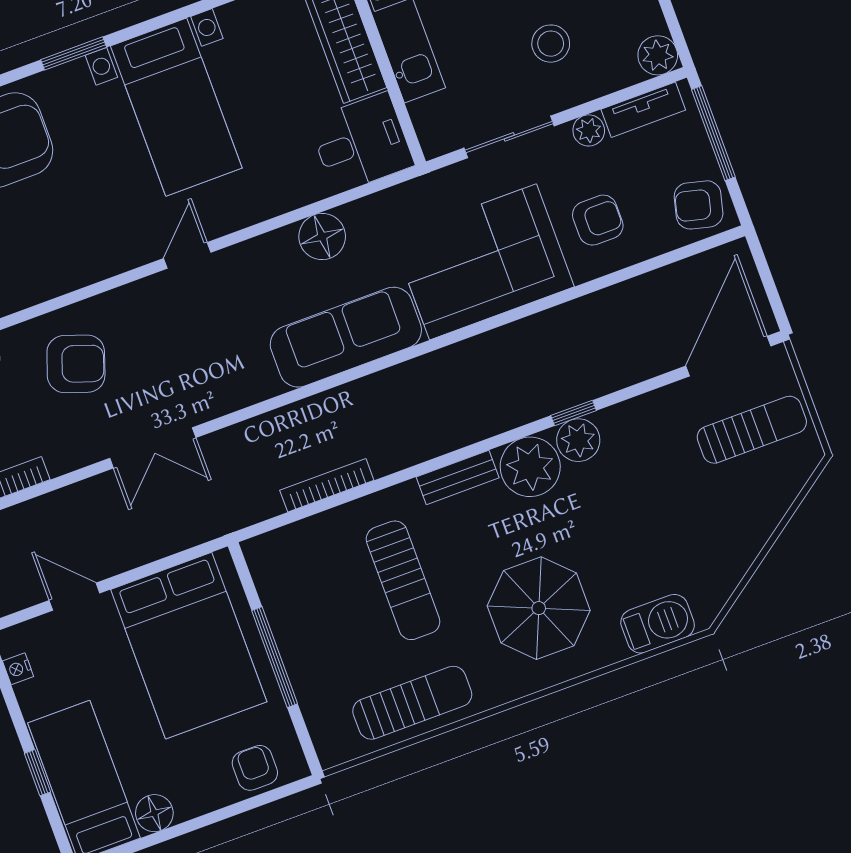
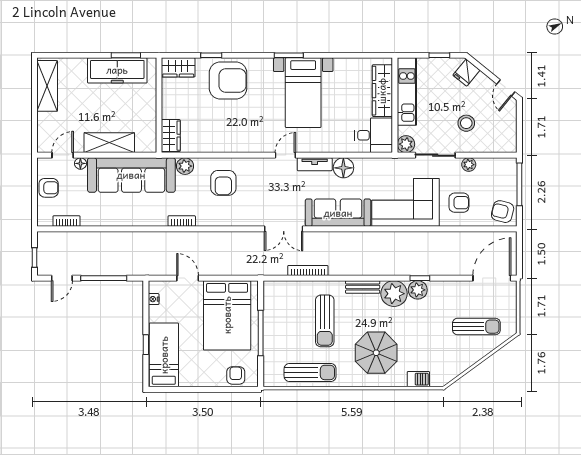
window: (74, 53) -> (289, 55), moved
plant: (658, 55) -> (406, 144), moved
tv unit: (643, 110) -> (315, 164), moved
armchair: (76, 364) -> (223, 183), turned 71
sun lounger: (752, 430) -> (476, 327), moved
double door: (153, 448) -> (284, 229), moved
barbecue: (658, 624) -> (418, 379), width x0.73, depth x0.79
floor lamp: (154, 813) -> (188, 379), removed

